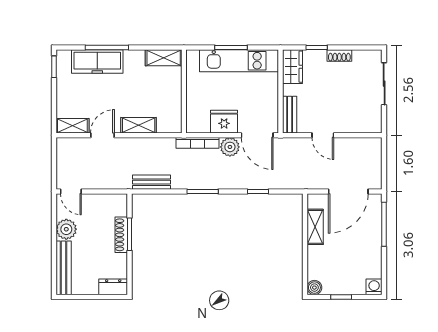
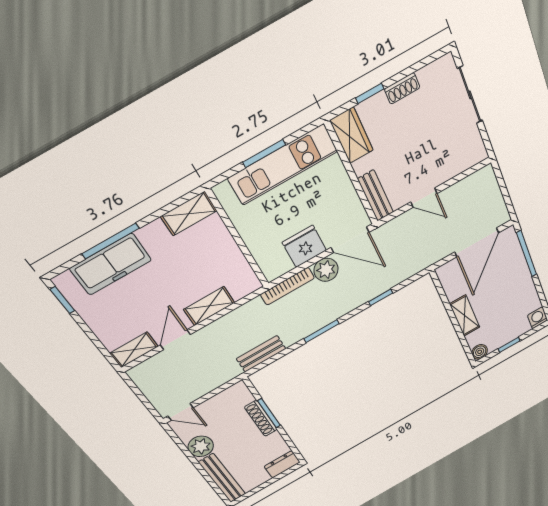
shelving: (315, 227) -> (465, 316), moved

